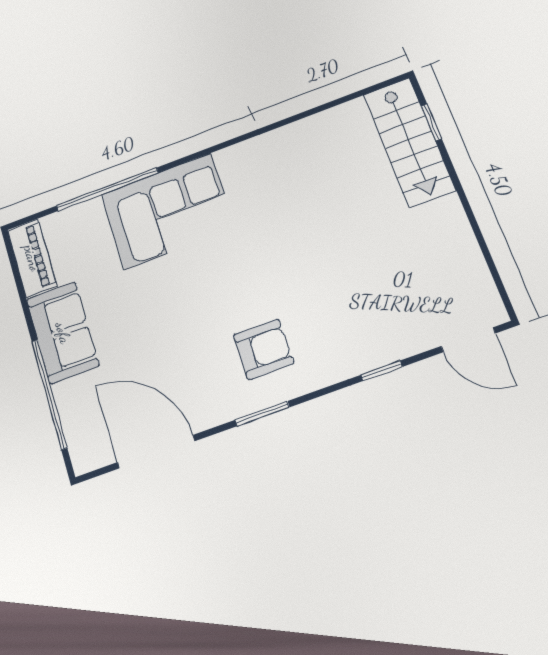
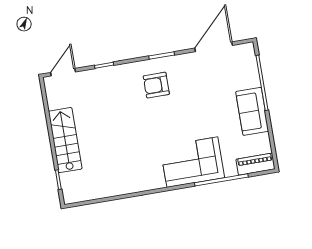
stairs: (409, 142) -> (65, 140), moved
piano: (32, 258) -> (255, 164), moved, turned 90
door: (468, 340) -> (63, 72), hinge flipped
door: (156, 452) -> (214, 47), swing flipped

